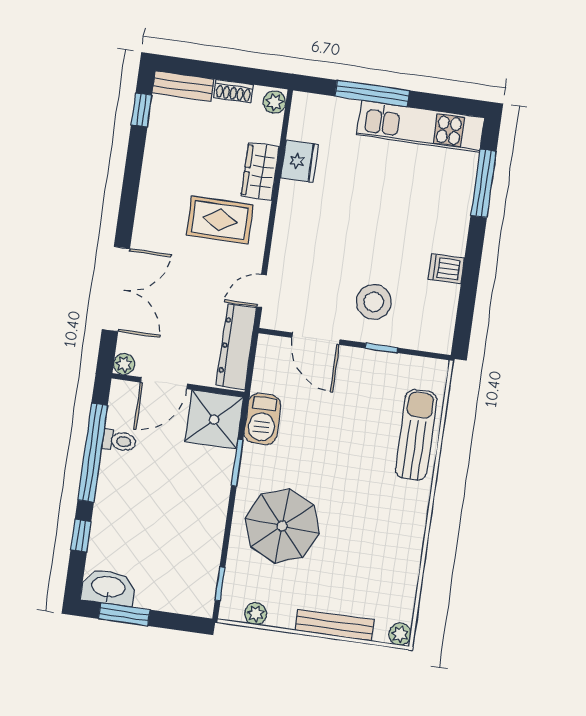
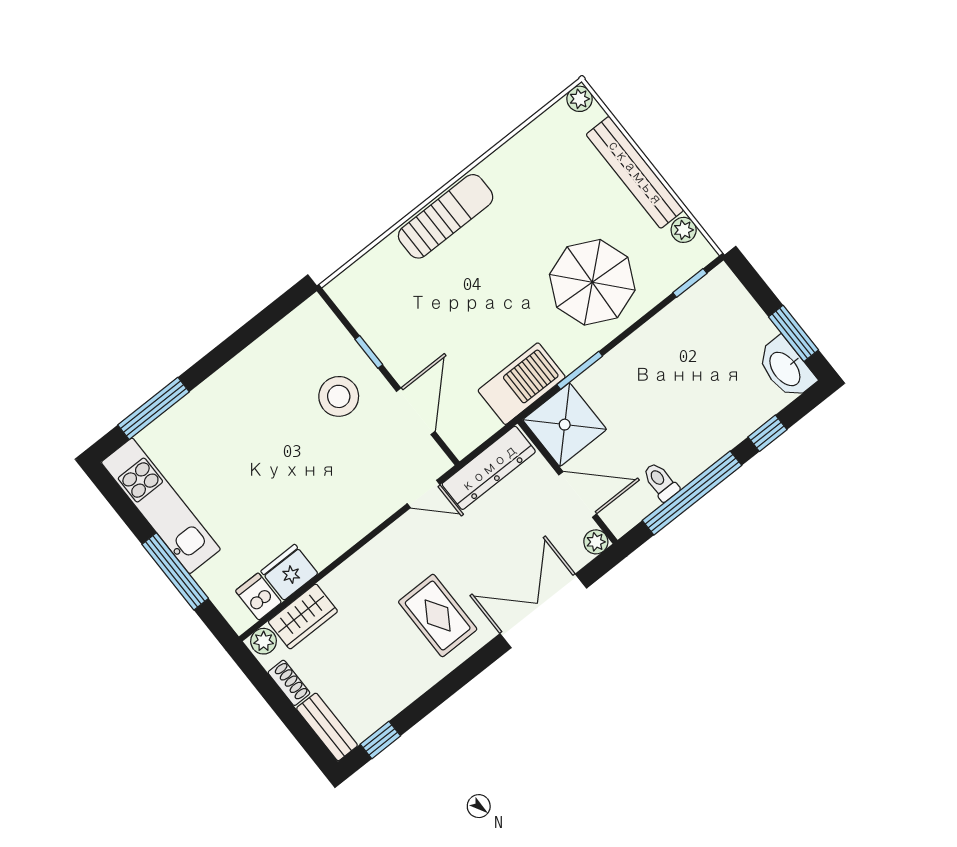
wardrobe: (260, 171) -> (303, 616), moved
rug: (220, 220) -> (438, 616), moved
dishwasher: (446, 269) -> (258, 597), moved, turned 180
barbecue: (262, 419) -> (522, 384), width x1.37, depth x1.21
sun lounger: (416, 435) -> (446, 216), moved, turned 180
bench: (335, 625) -> (635, 172), width x1.37, depth x1.21

